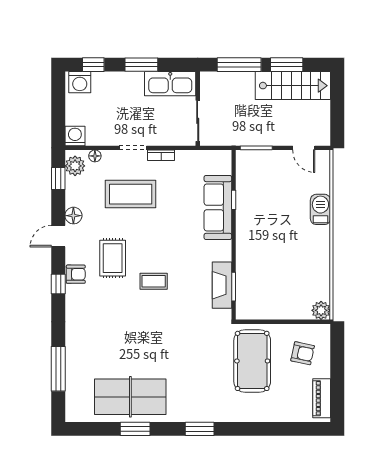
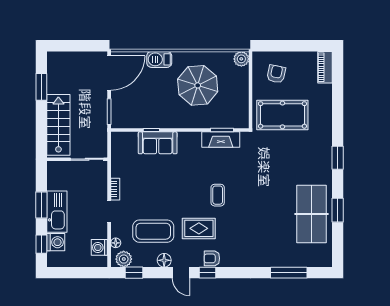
window: (239, 65) -> (41, 126), removed
washing machine: (80, 82) -> (56, 242), moved
kitchen sink: (170, 84) -> (57, 212), moved
stairs: (293, 86) -> (58, 125), moved
washing machine: (75, 136) -> (99, 247), moved
door: (304, 148) -> (109, 73), width x1.87
coffee table: (131, 194) -> (153, 231), moved, turned 90
sofa: (218, 207) -> (158, 143), width x0.73
parasol: (289, 257) -> (198, 85), added
armchair: (76, 274) -> (212, 258), turned -90
window: (58, 284) -> (207, 273), moved
piano: (322, 398) -> (325, 67), moved, turned 90

